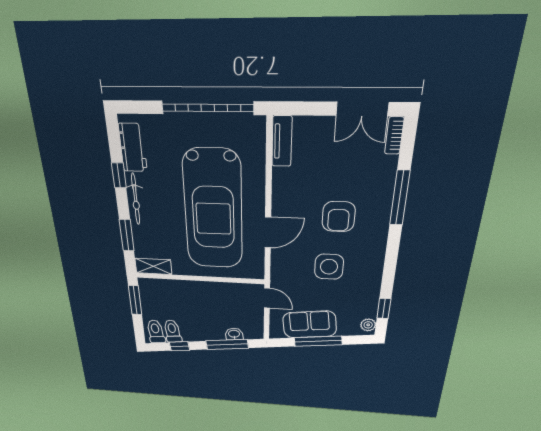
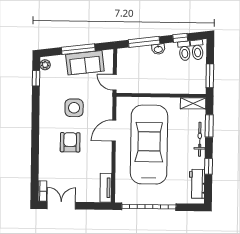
window: (400, 198) -> (35, 155), removed
bicycle: (136, 199) -> (200, 139), moved
washbasin: (234, 334) -> (158, 49), moved

